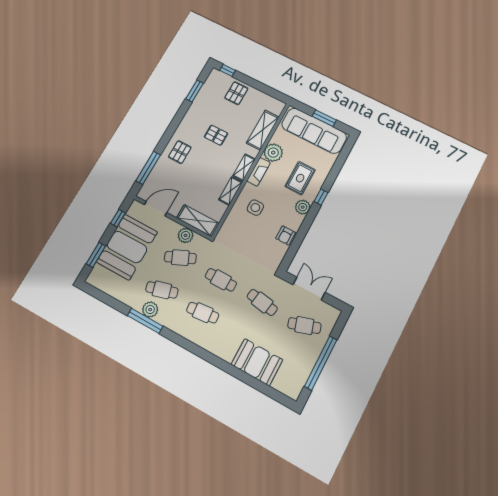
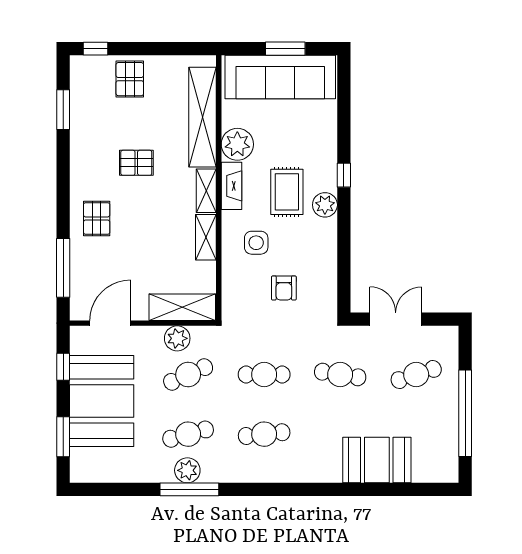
shelving: (263, 130) -> (202, 117), width x1.47
rug: (300, 178) -> (287, 192), moved
armchair: (286, 235) -> (284, 288), moved

